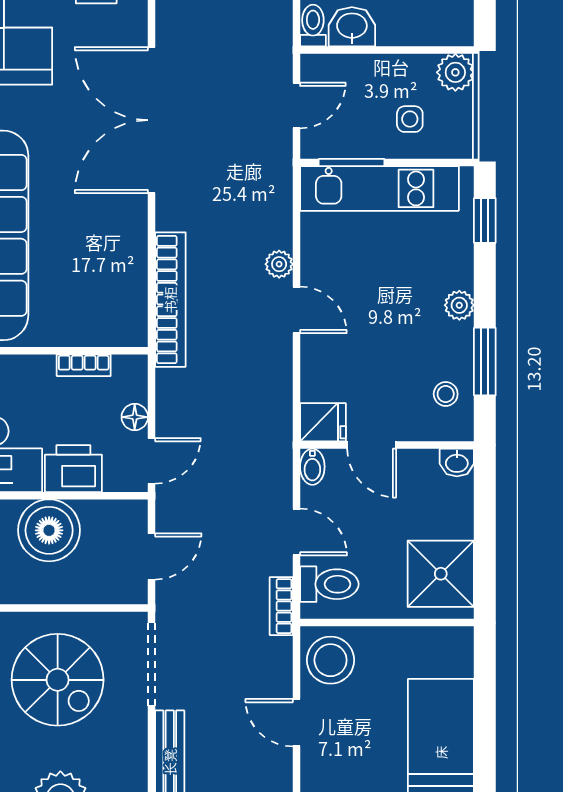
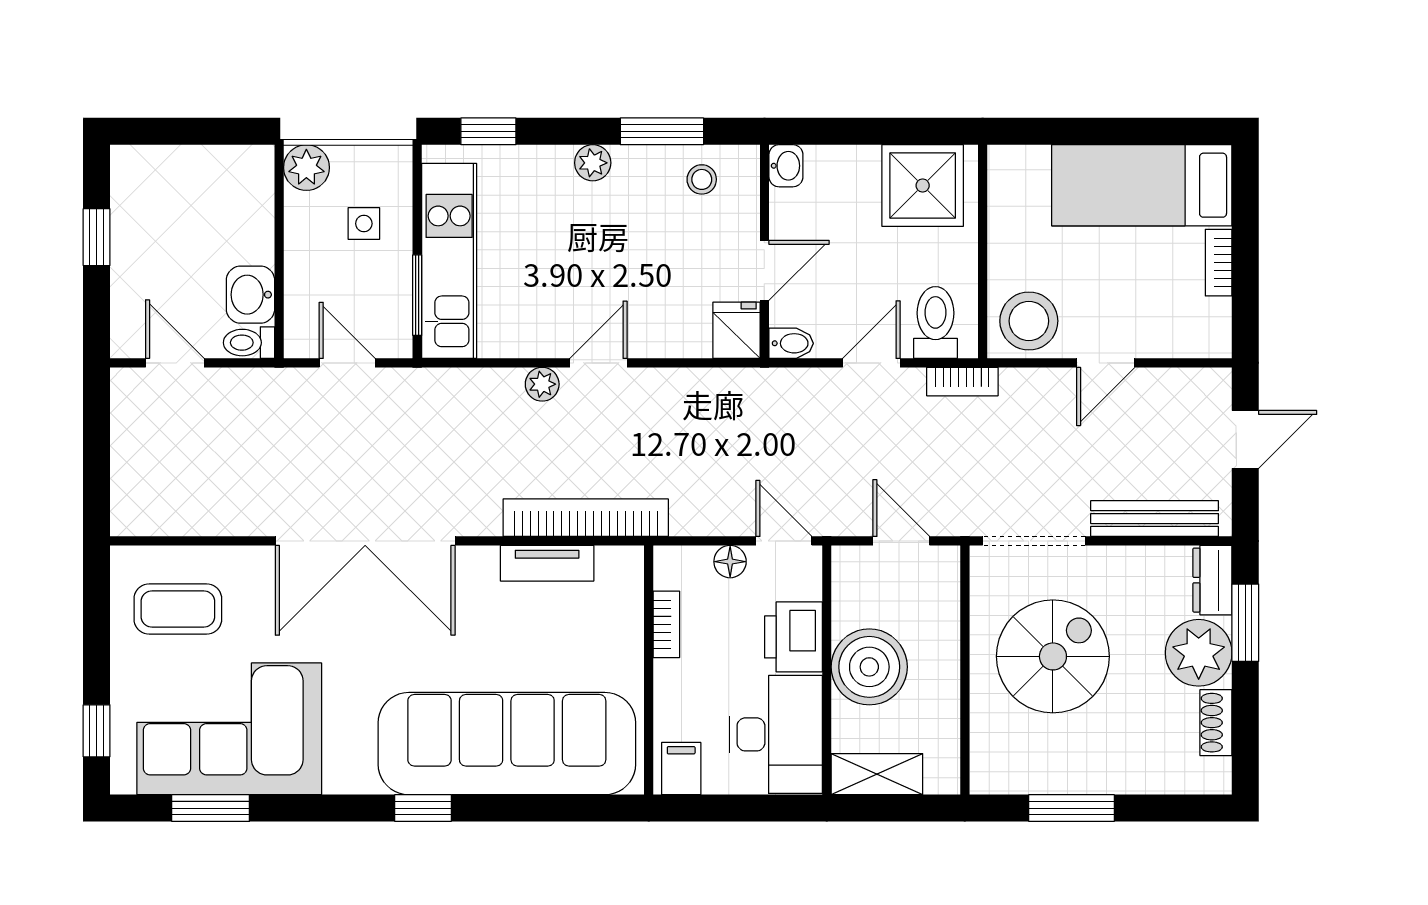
tv unit: (133, 268) -> (547, 563), added

